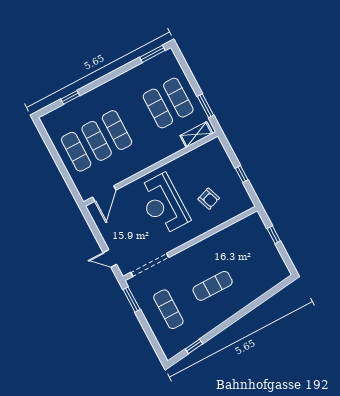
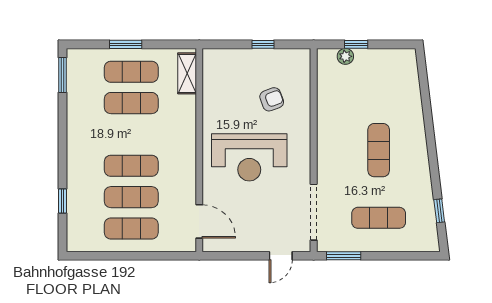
window: (205, 106) -> (126, 44), moved
plant: (262, 232) -> (345, 56), added

